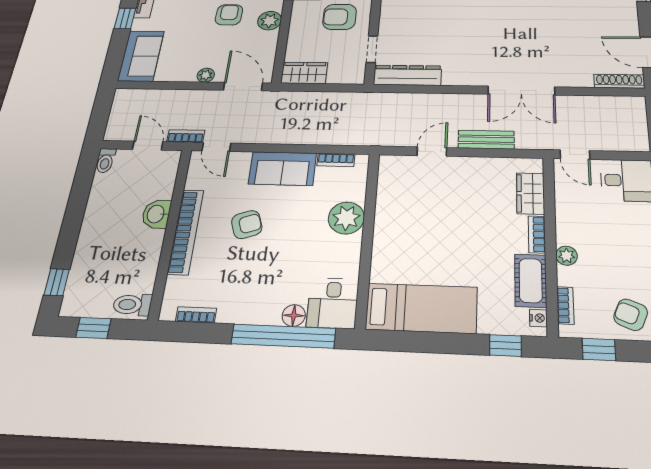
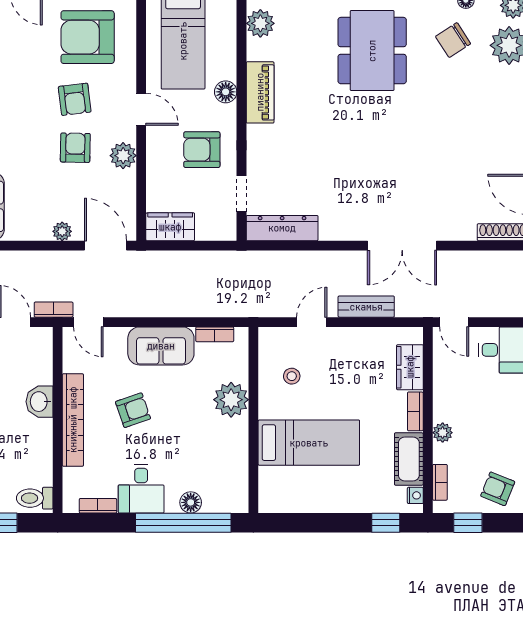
stool: (409, 198) -> (292, 376), added
desk: (333, 303) -> (141, 489), moved
bed: (421, 308) -> (309, 443), moved

